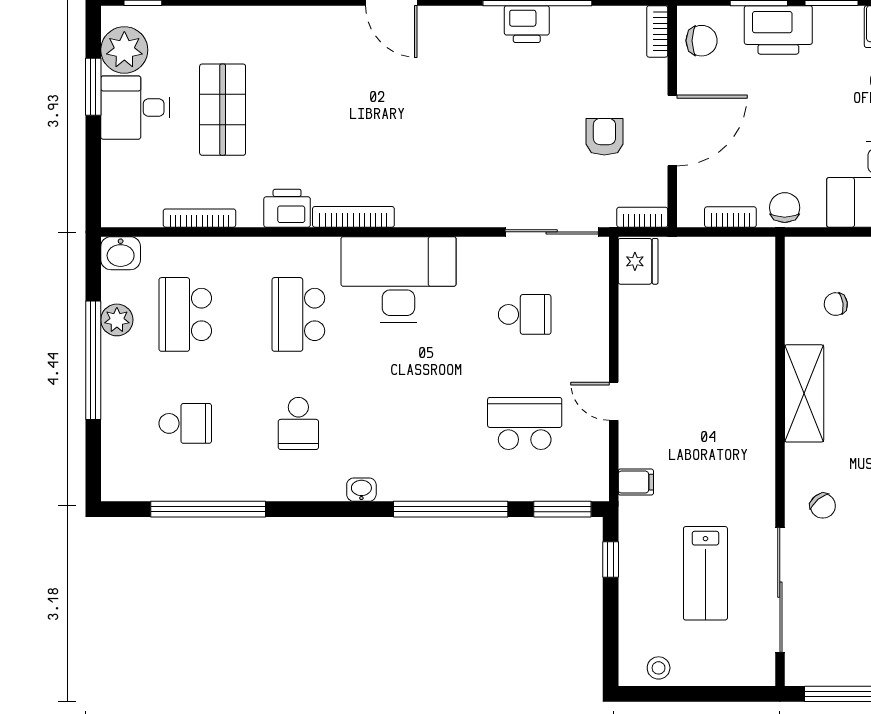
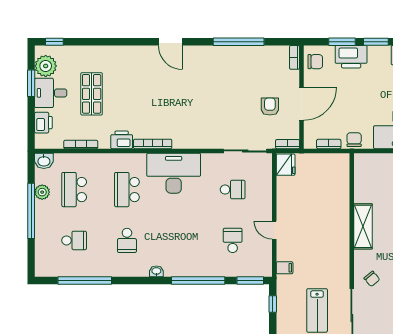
printer: (527, 24) -> (43, 123), moved, turned -90
chair: (836, 304) -> (378, 185), removed
school desk: (525, 423) -> (233, 240), width x0.54

